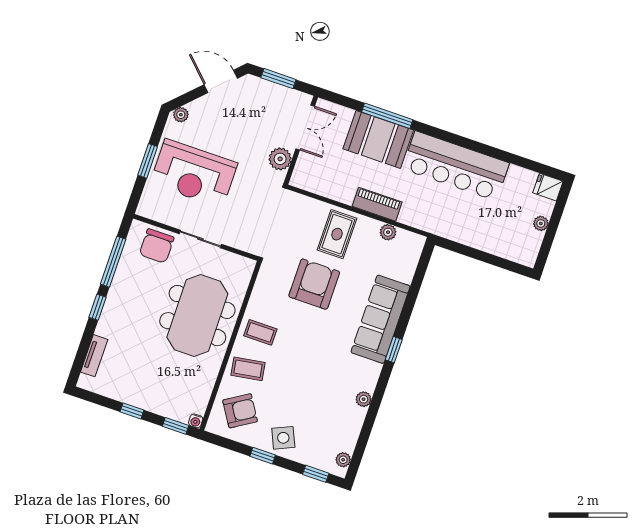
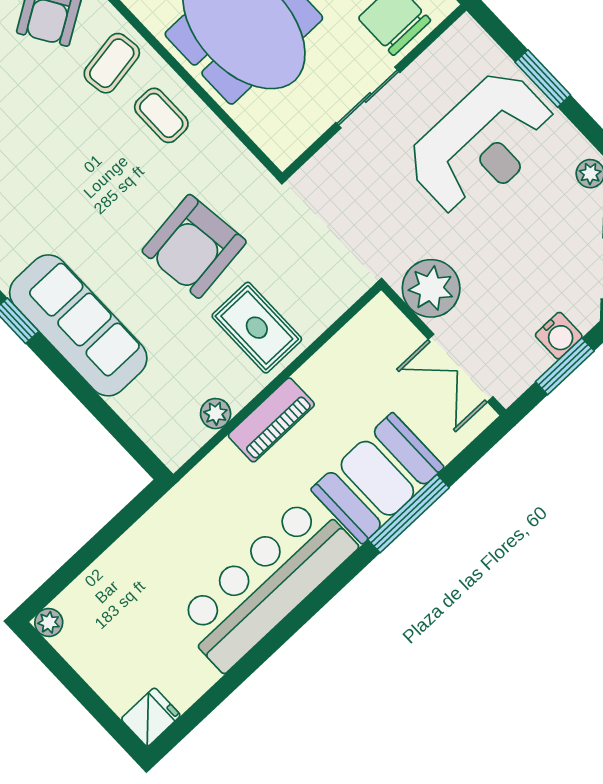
water cooler: (265, 89) -> (559, 336), added
plant: (280, 159) -> (431, 288), width x1.36, depth x1.36
reception desk: (194, 173) -> (482, 144), turned 180
plant: (541, 223) -> (49, 623), moved
armchair: (314, 284) -> (194, 246), turned 83
coffee table: (260, 332) -> (161, 115), turned 90

